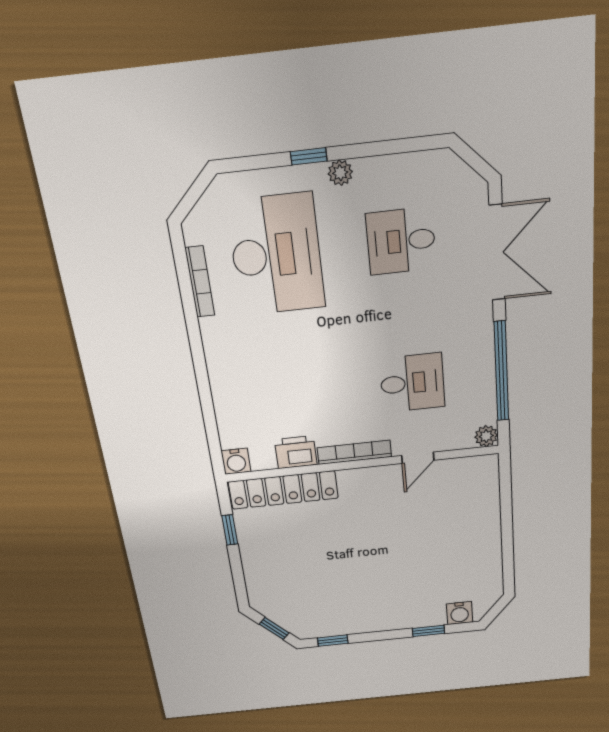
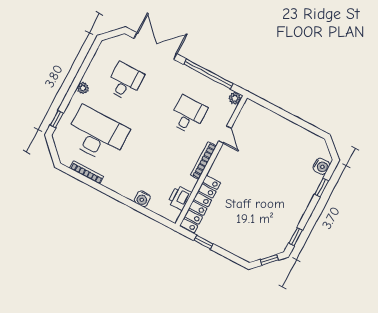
window: (309, 156) -> (57, 119), moved
desk: (401, 241) -> (125, 81), turned 180
printer: (296, 452) -> (180, 198), moved
water cooler: (236, 461) -> (142, 199), moved, turned 90

